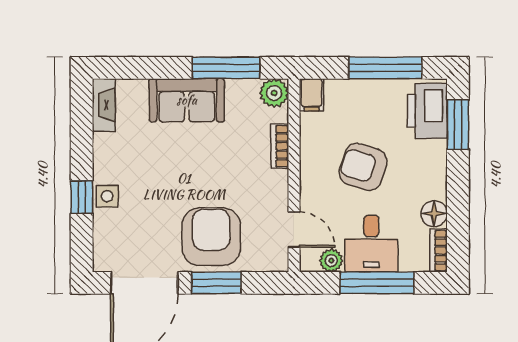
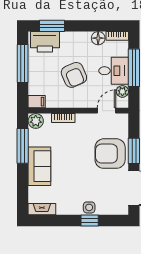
armchair: (363, 167) -> (74, 75), turned -40

